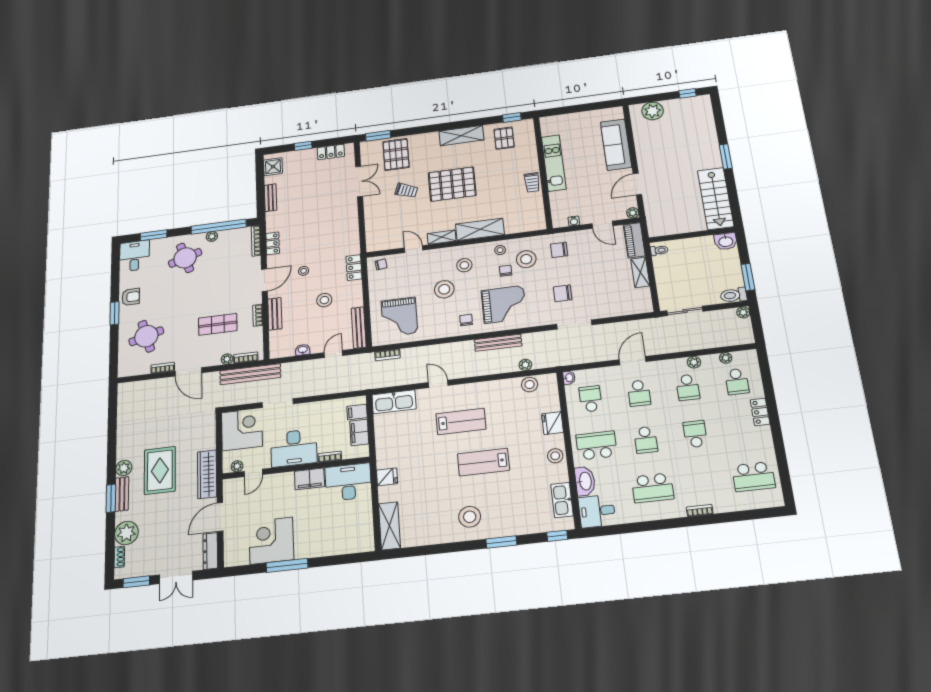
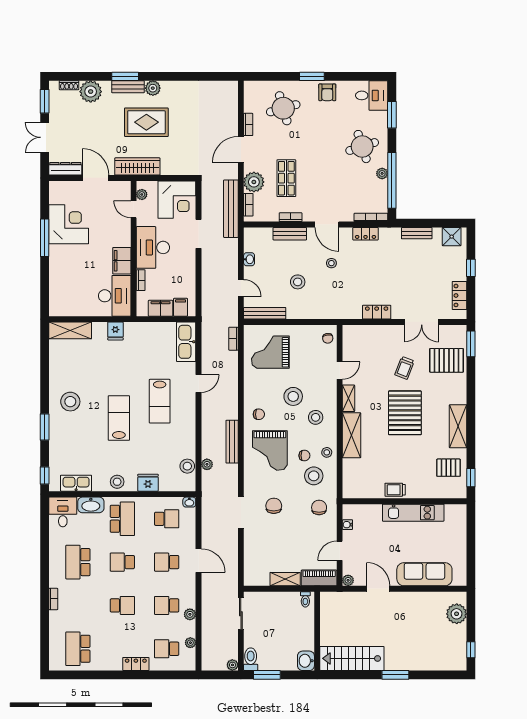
locker: (354, 268) -> (377, 312), moved
plant: (227, 359) -> (254, 182), width x1.88, depth x1.88

